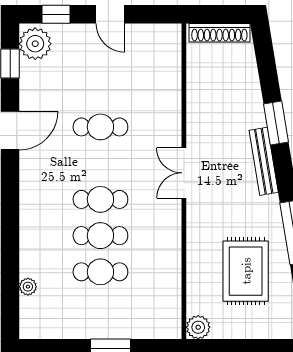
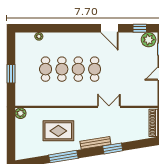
cafe table: (100, 127) -> (95, 69), moved
double door: (184, 173) -> (109, 107), moved
rug: (246, 271) -> (58, 131), moved

